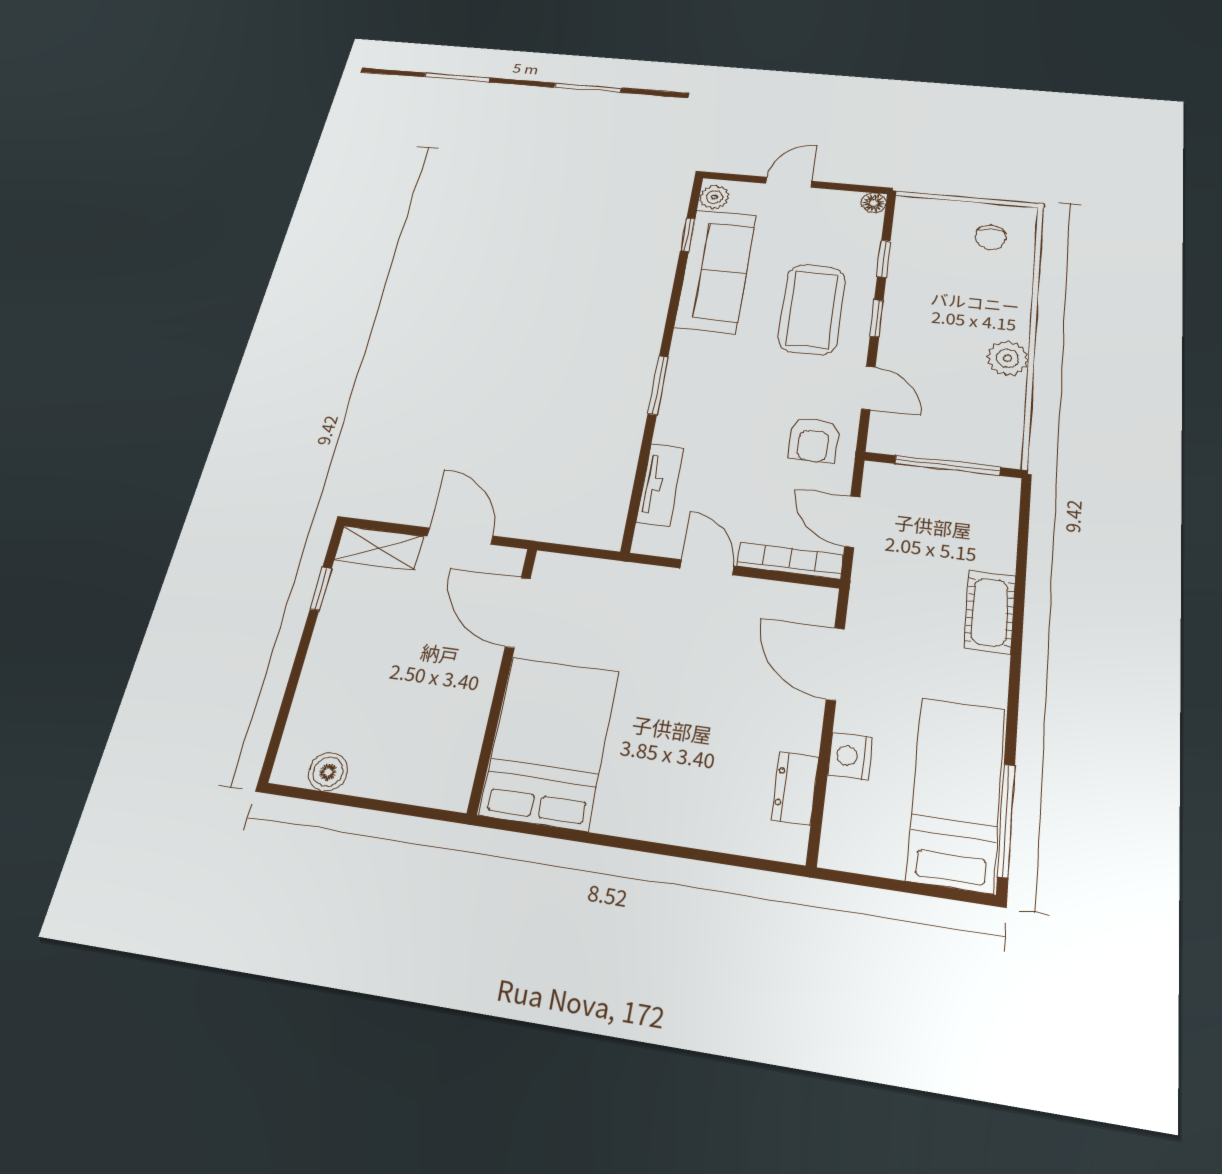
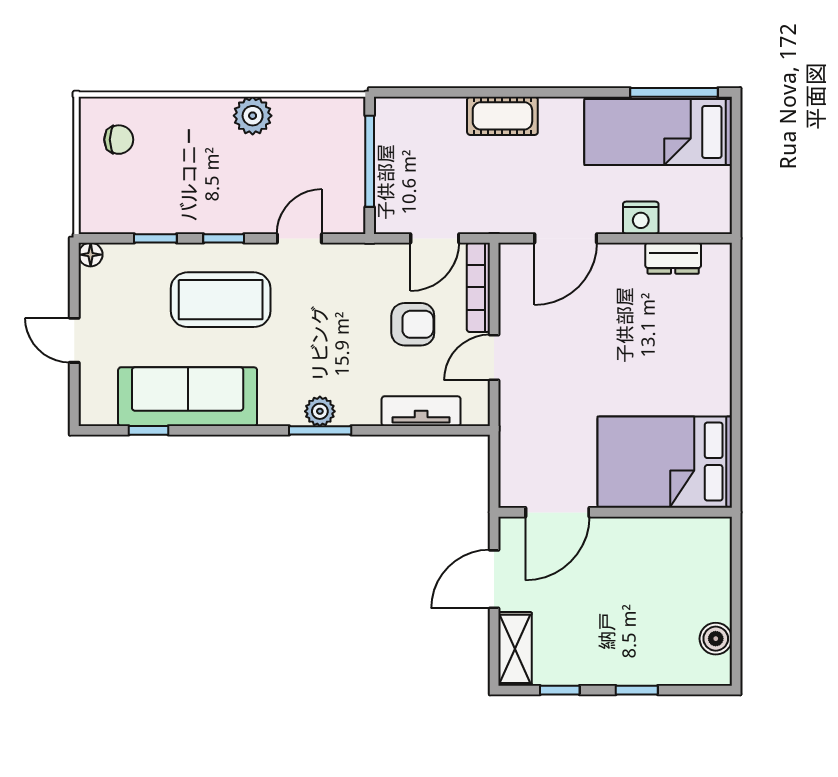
plant: (714, 197) -> (320, 411), moved
armchair: (814, 440) -> (413, 324), moved
window: (296, 672) -> (637, 690), added

